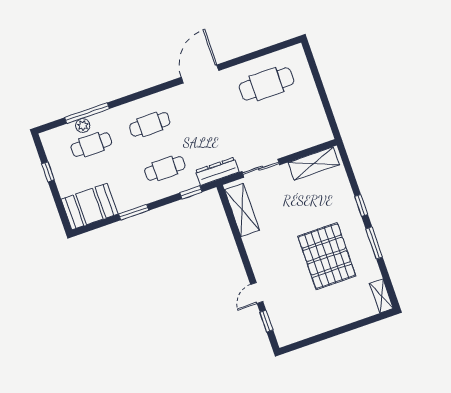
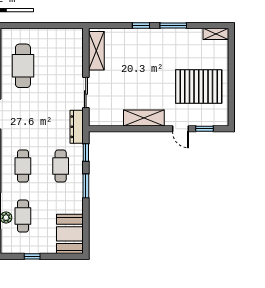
shelving: (242, 210) -> (144, 118), moved
window: (134, 212) -> (86, 186), moved
pallet: (327, 256) -> (199, 87), moved

